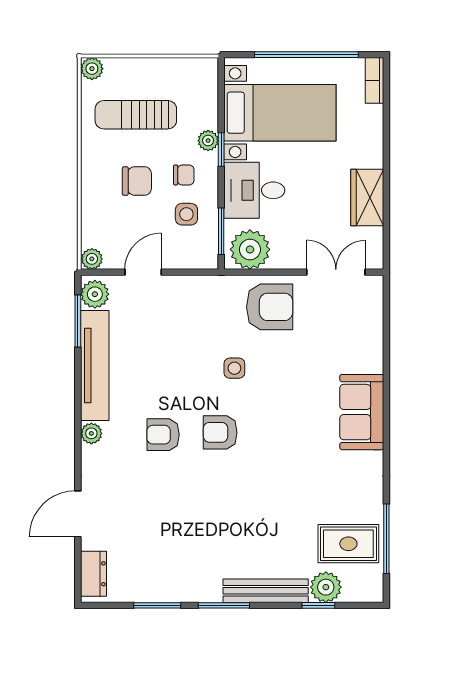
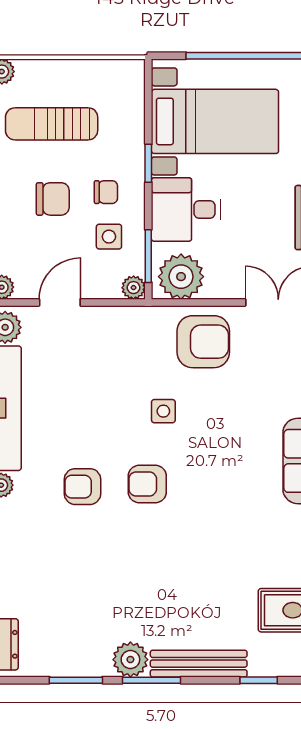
plant: (208, 141) -> (134, 288), moved
plant: (326, 587) -> (130, 660), moved

